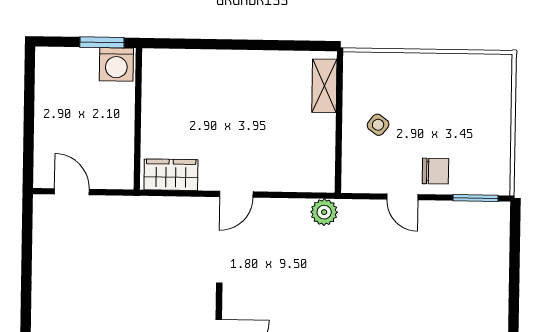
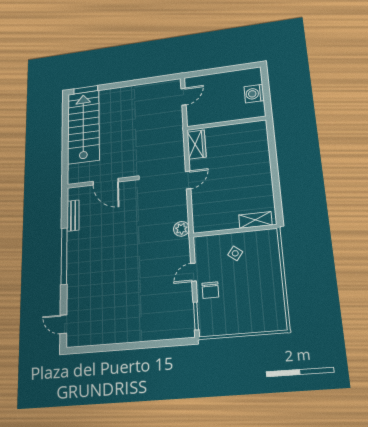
window: (102, 42) -> (267, 99), removed
washing machine: (116, 64) -> (254, 94), moved
door: (236, 194) -> (188, 180), swing flipped

